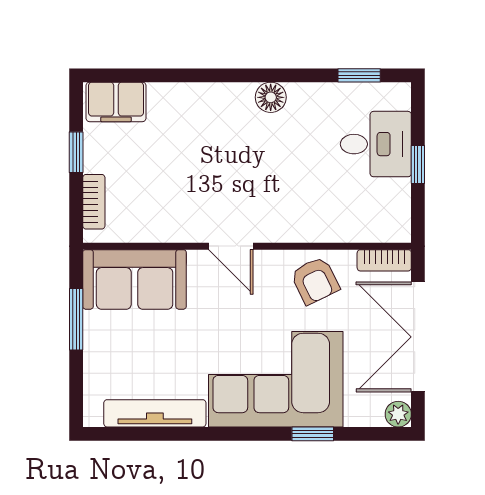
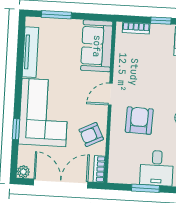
window: (418, 164) -> (145, 188), width x1.50
armchair: (281, 185) -> (139, 121), added
window: (76, 319) -> (56, 15), moved

